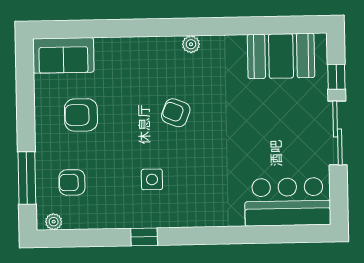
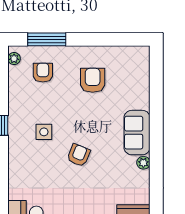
sofa: (63, 55) -> (137, 133), moved
armchair: (176, 113) -> (79, 155), moved

